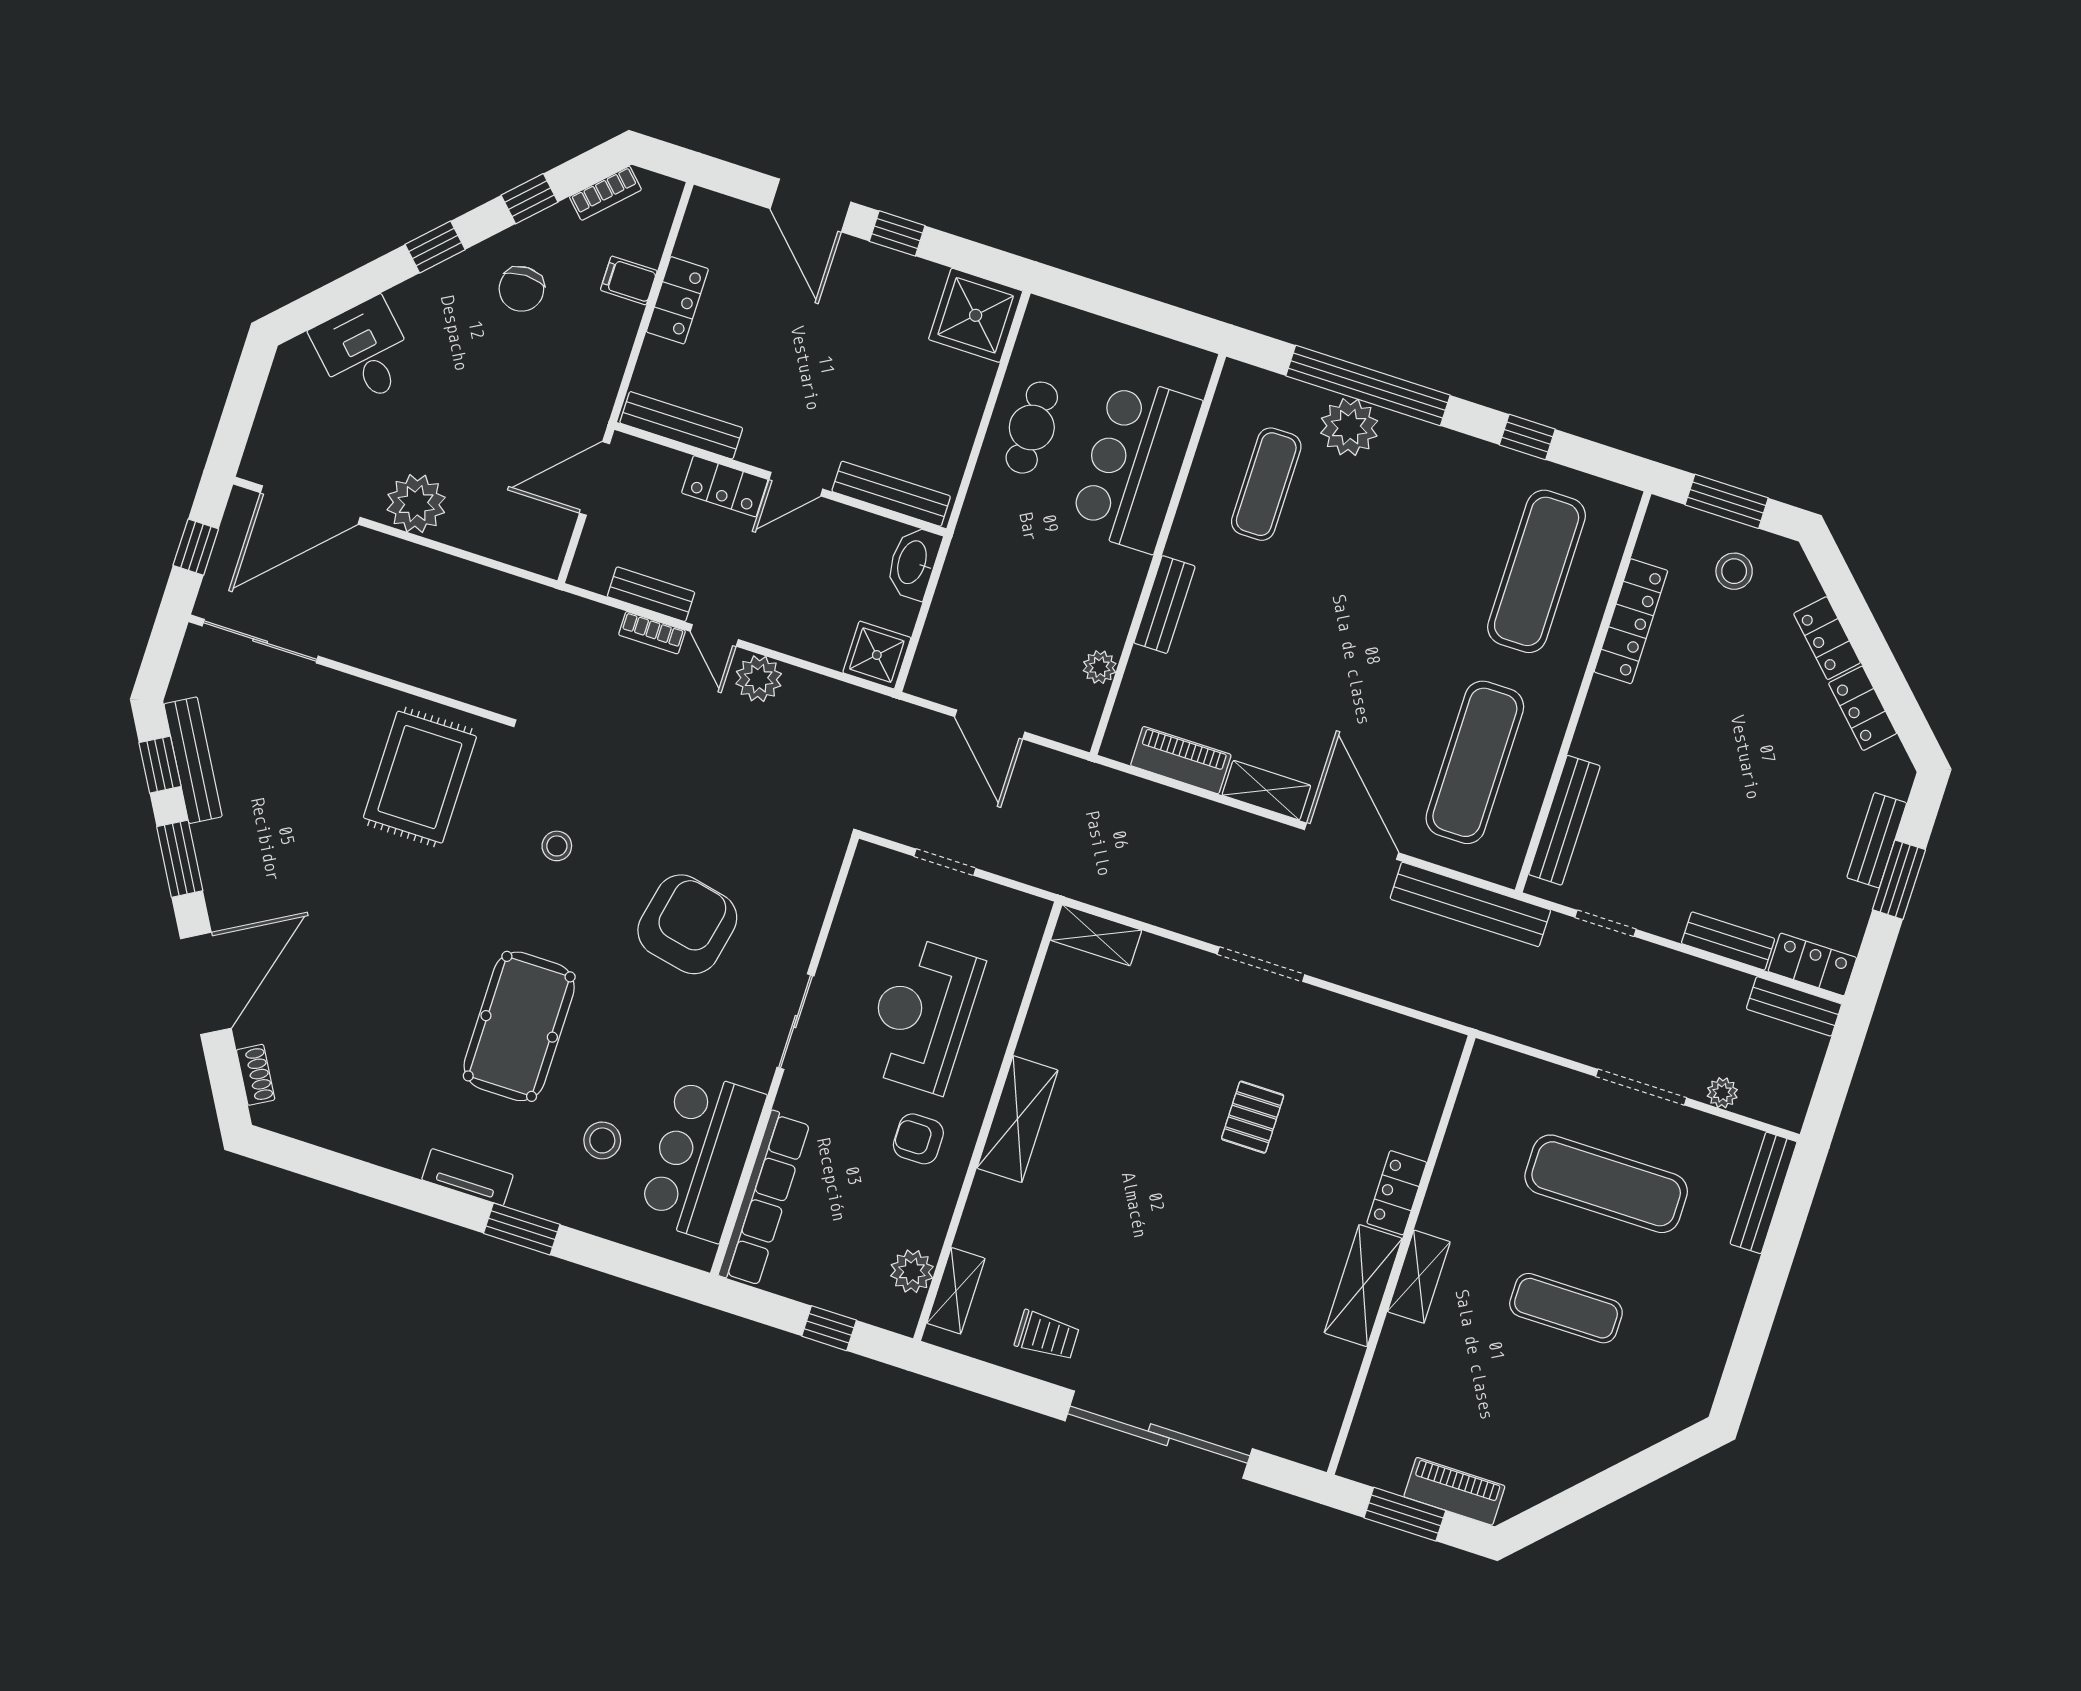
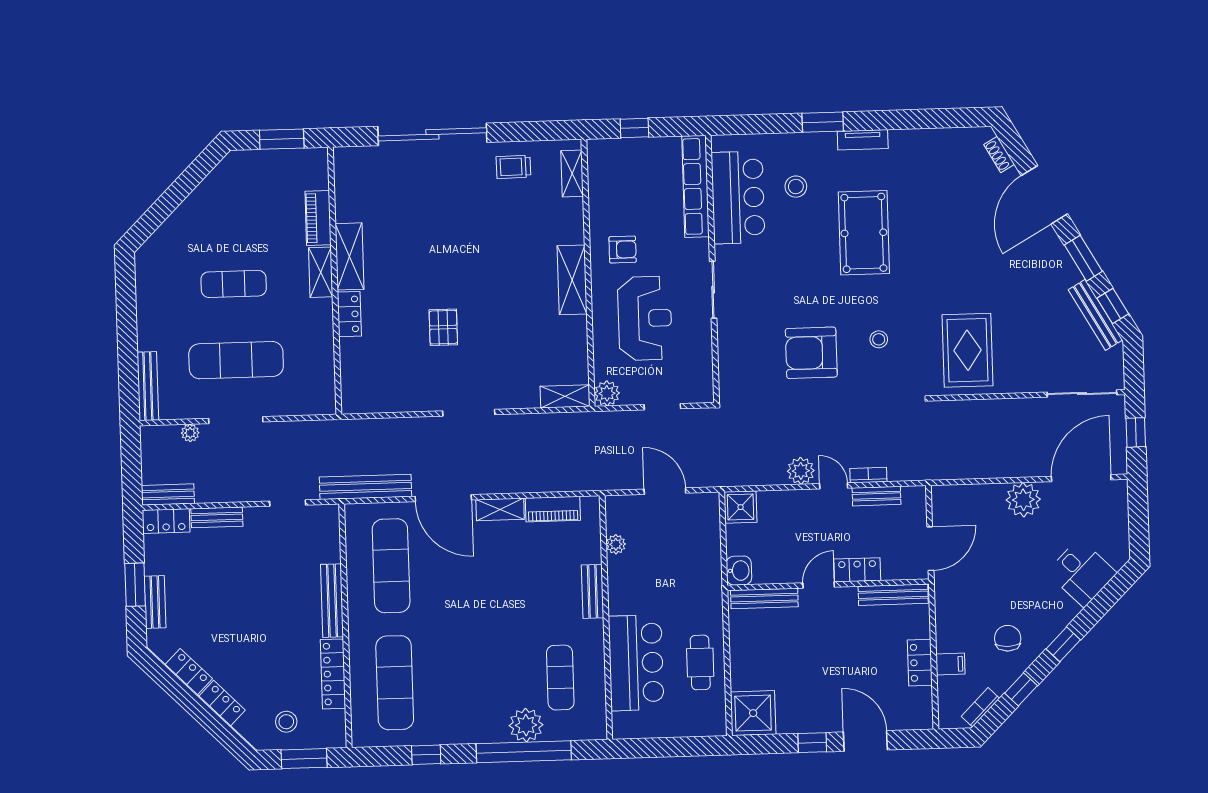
washbasin: (913, 563) -> (739, 571), width x0.72
bench: (1564, 820) -> (332, 601), moved
armchair: (687, 924) -> (811, 353), moved, turned 78
plant: (912, 1271) -> (607, 393), moved
piano: (1454, 1491) -> (318, 218), moved, turned 90

